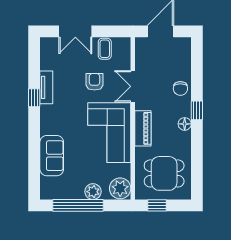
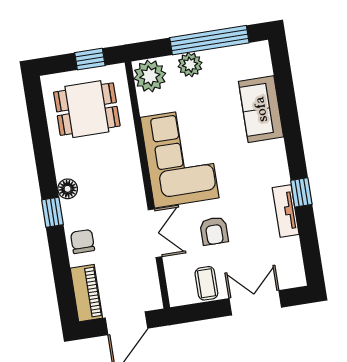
piano: (143, 128) -> (86, 293), moved, turned 180

